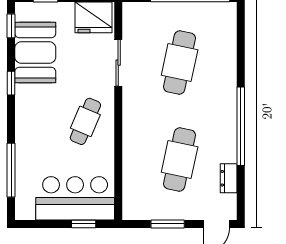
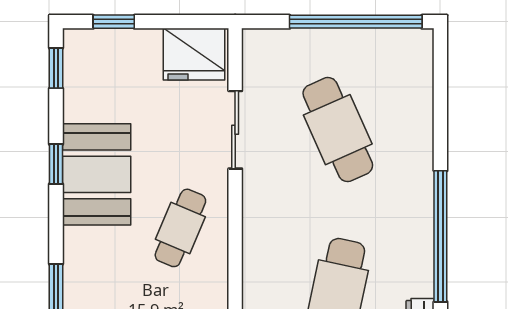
booth: (35, 53) -> (97, 174), moved
cafe table: (180, 63) -> (338, 130), turned -36

